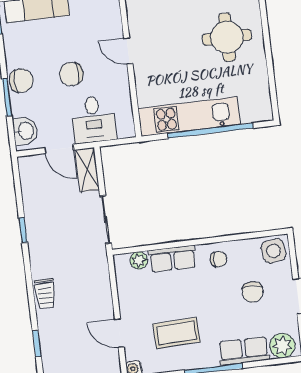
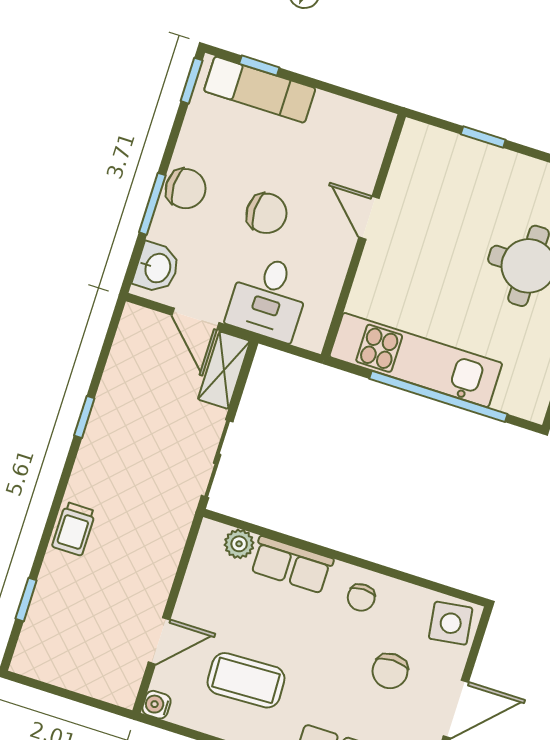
chair: (71, 74) -> (267, 213), turned 180
chair: (219, 259) -> (361, 597), turned 90
door: (119, 333) -> (159, 641), swing flipped

